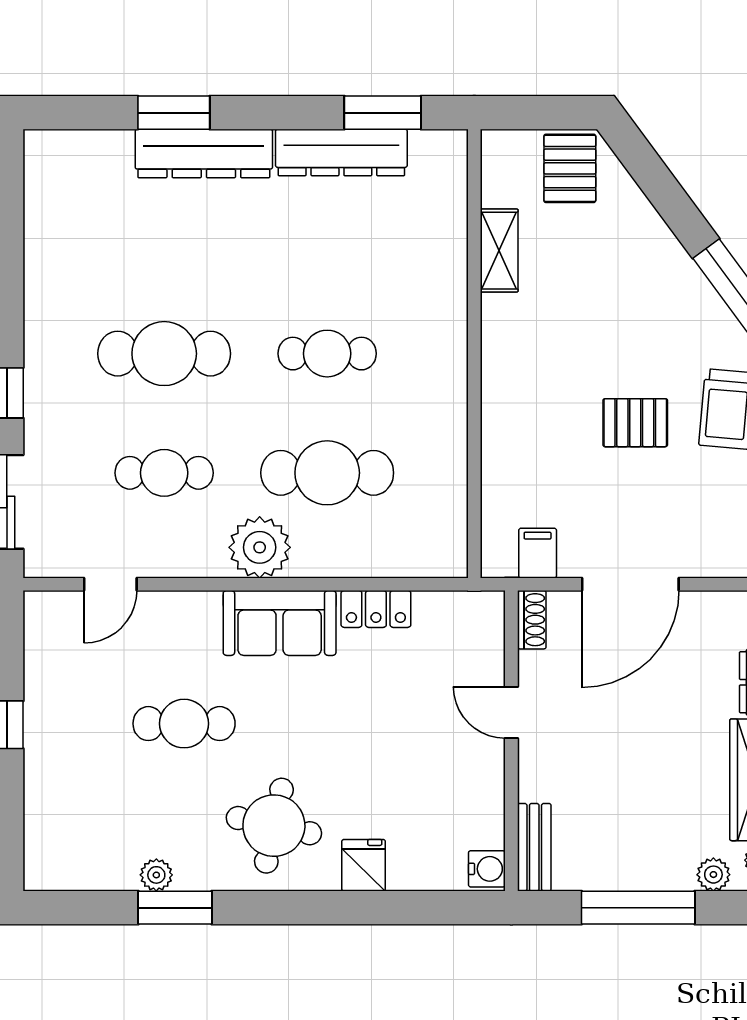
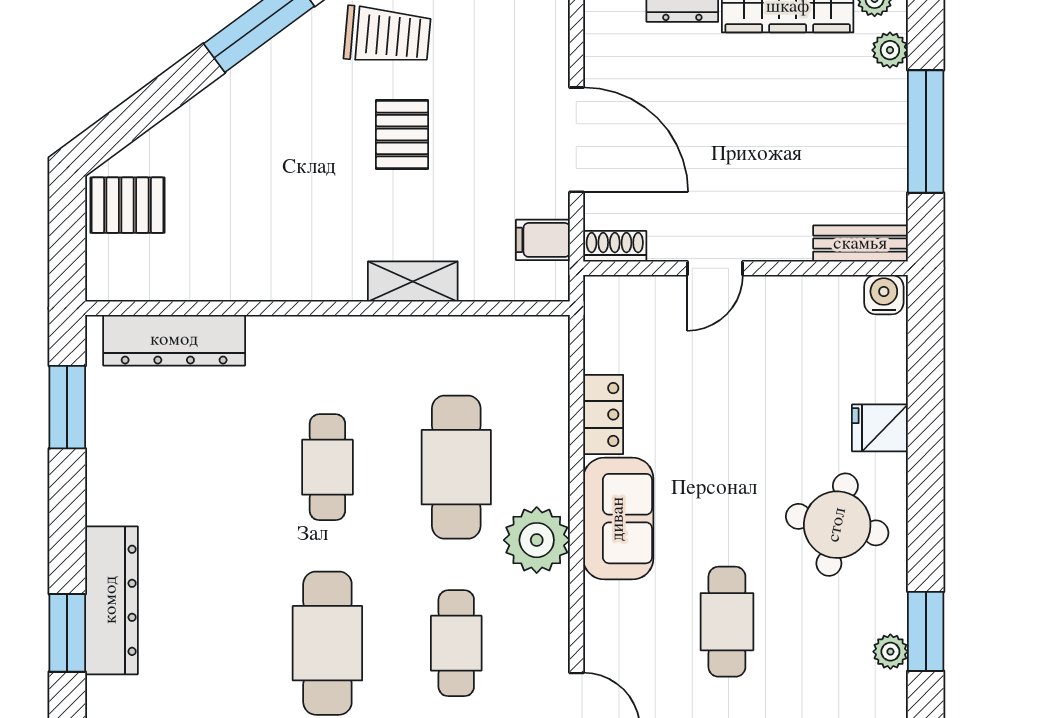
dresser: (341, 153) -> (174, 340), moved, turned 90
shelving: (499, 251) -> (413, 281), moved

